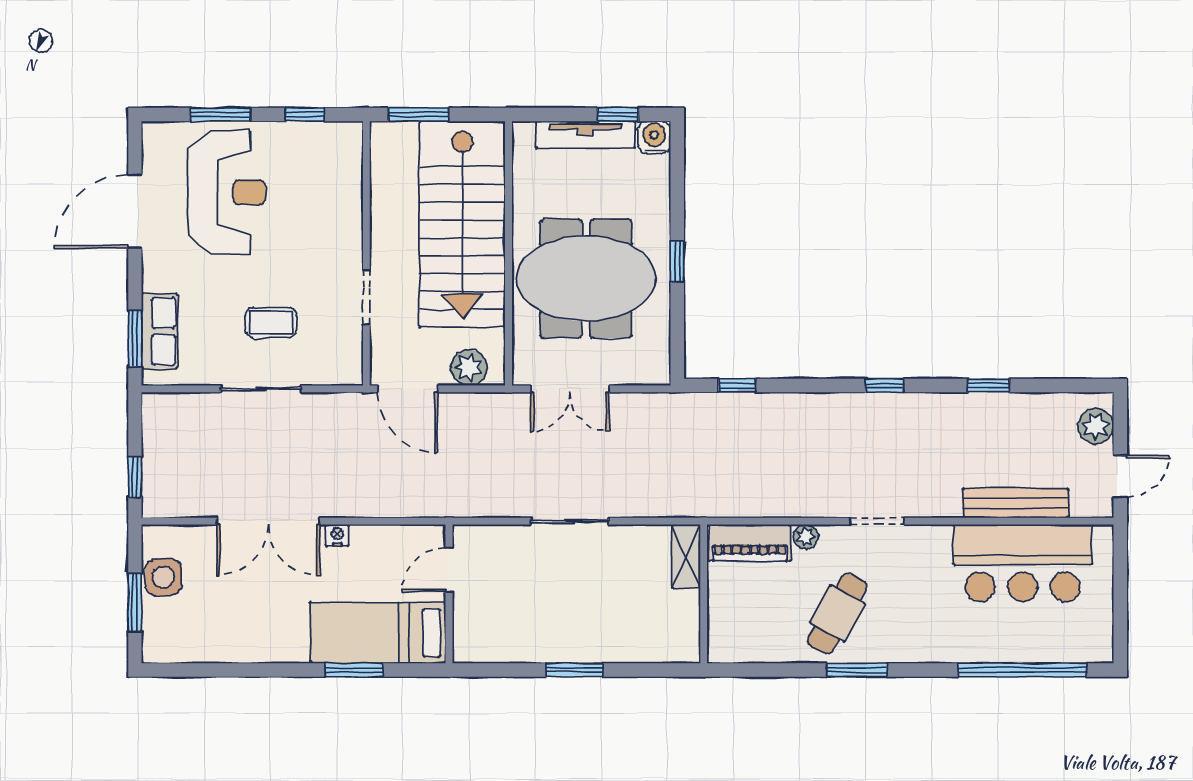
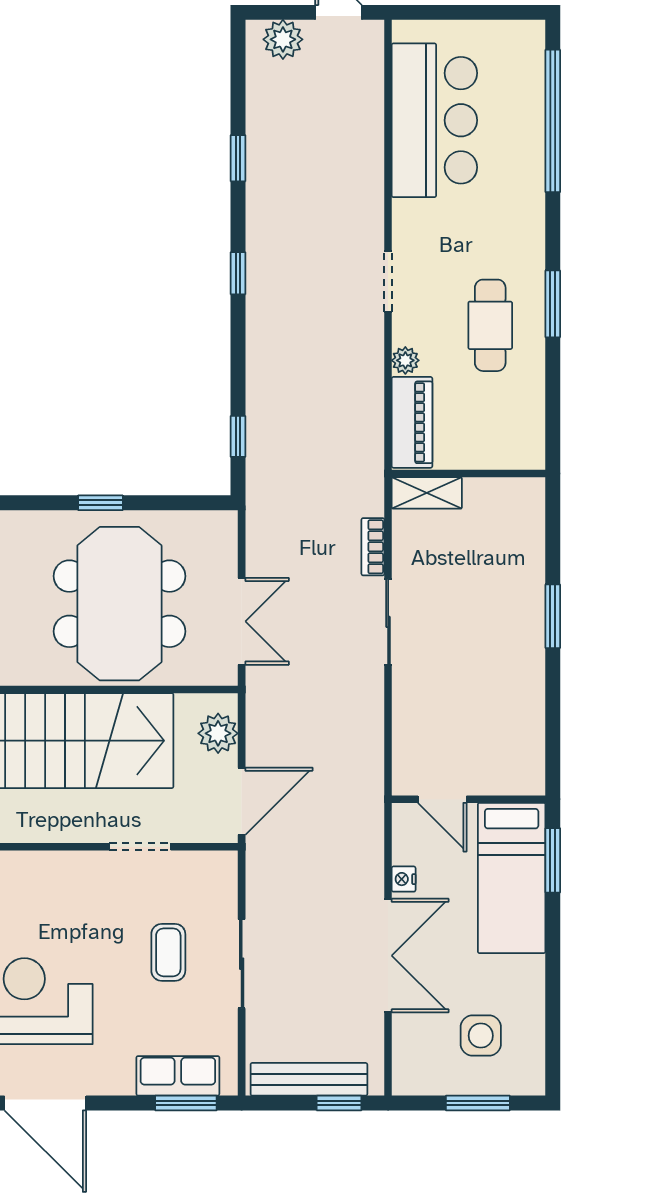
bench: (1016, 503) -> (309, 1079), moved, turned 90
bookcase: (637, 507) -> (373, 547), added
door: (449, 570) -> (442, 799), moved
side table: (163, 577) -> (481, 1036), moved
wall: (449, 594) -> (469, 799), moved
cafe table: (838, 613) -> (490, 325), turned 61
bed: (378, 633) -> (512, 878), moved

